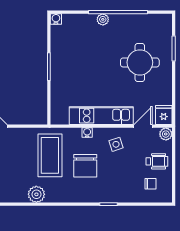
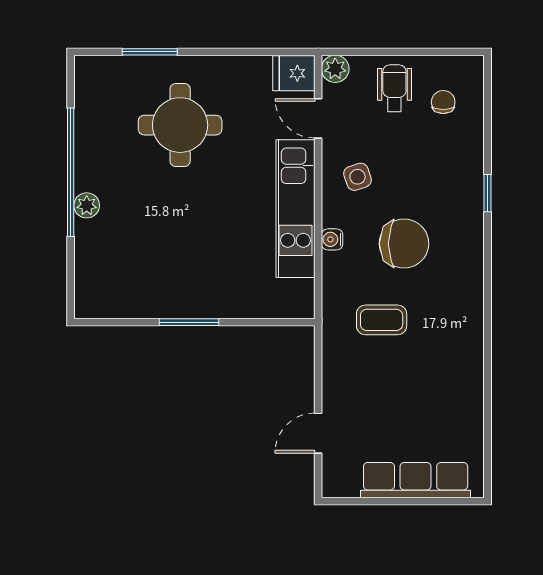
water cooler: (56, 19) -> (86, 307), removed
coffee table: (50, 155) -> (382, 320), width x0.54, depth x0.58
plant: (36, 194) -> (466, 349), removed

